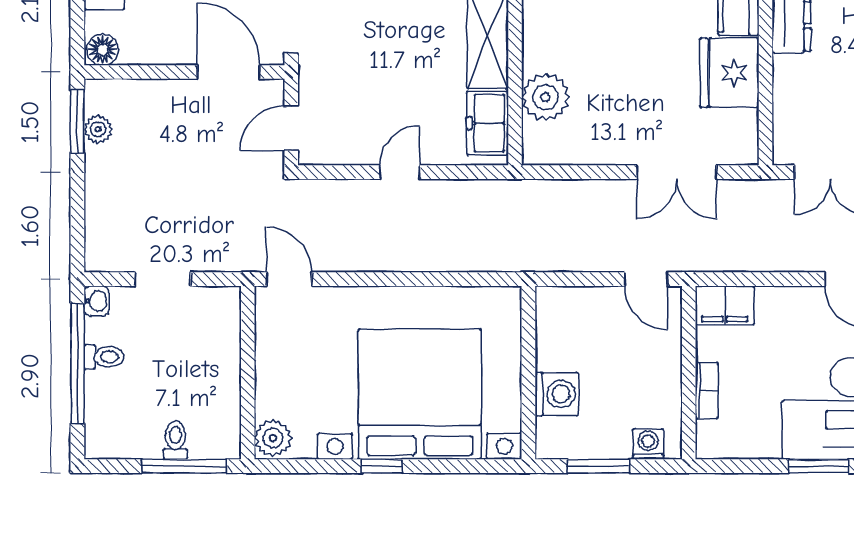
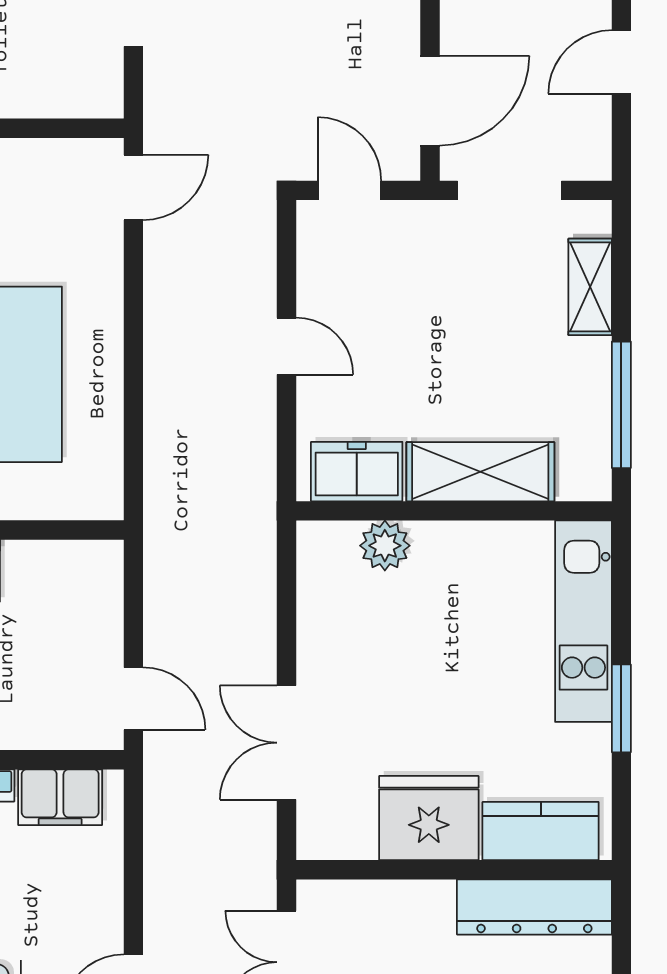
plant: (546, 97) -> (385, 546), width x0.73, depth x0.73
door: (646, 279) -> (133, 699), swing flipped
filing cabinet: (725, 305) -> (60, 797), moved, turned -90

